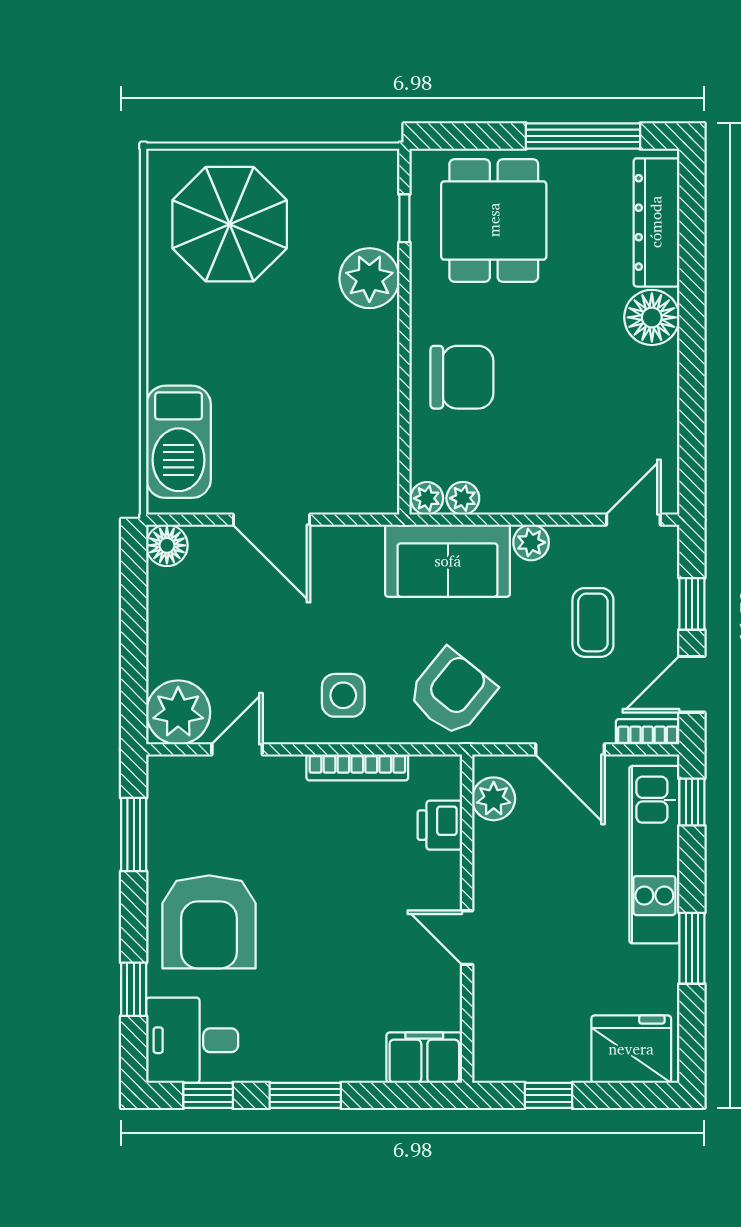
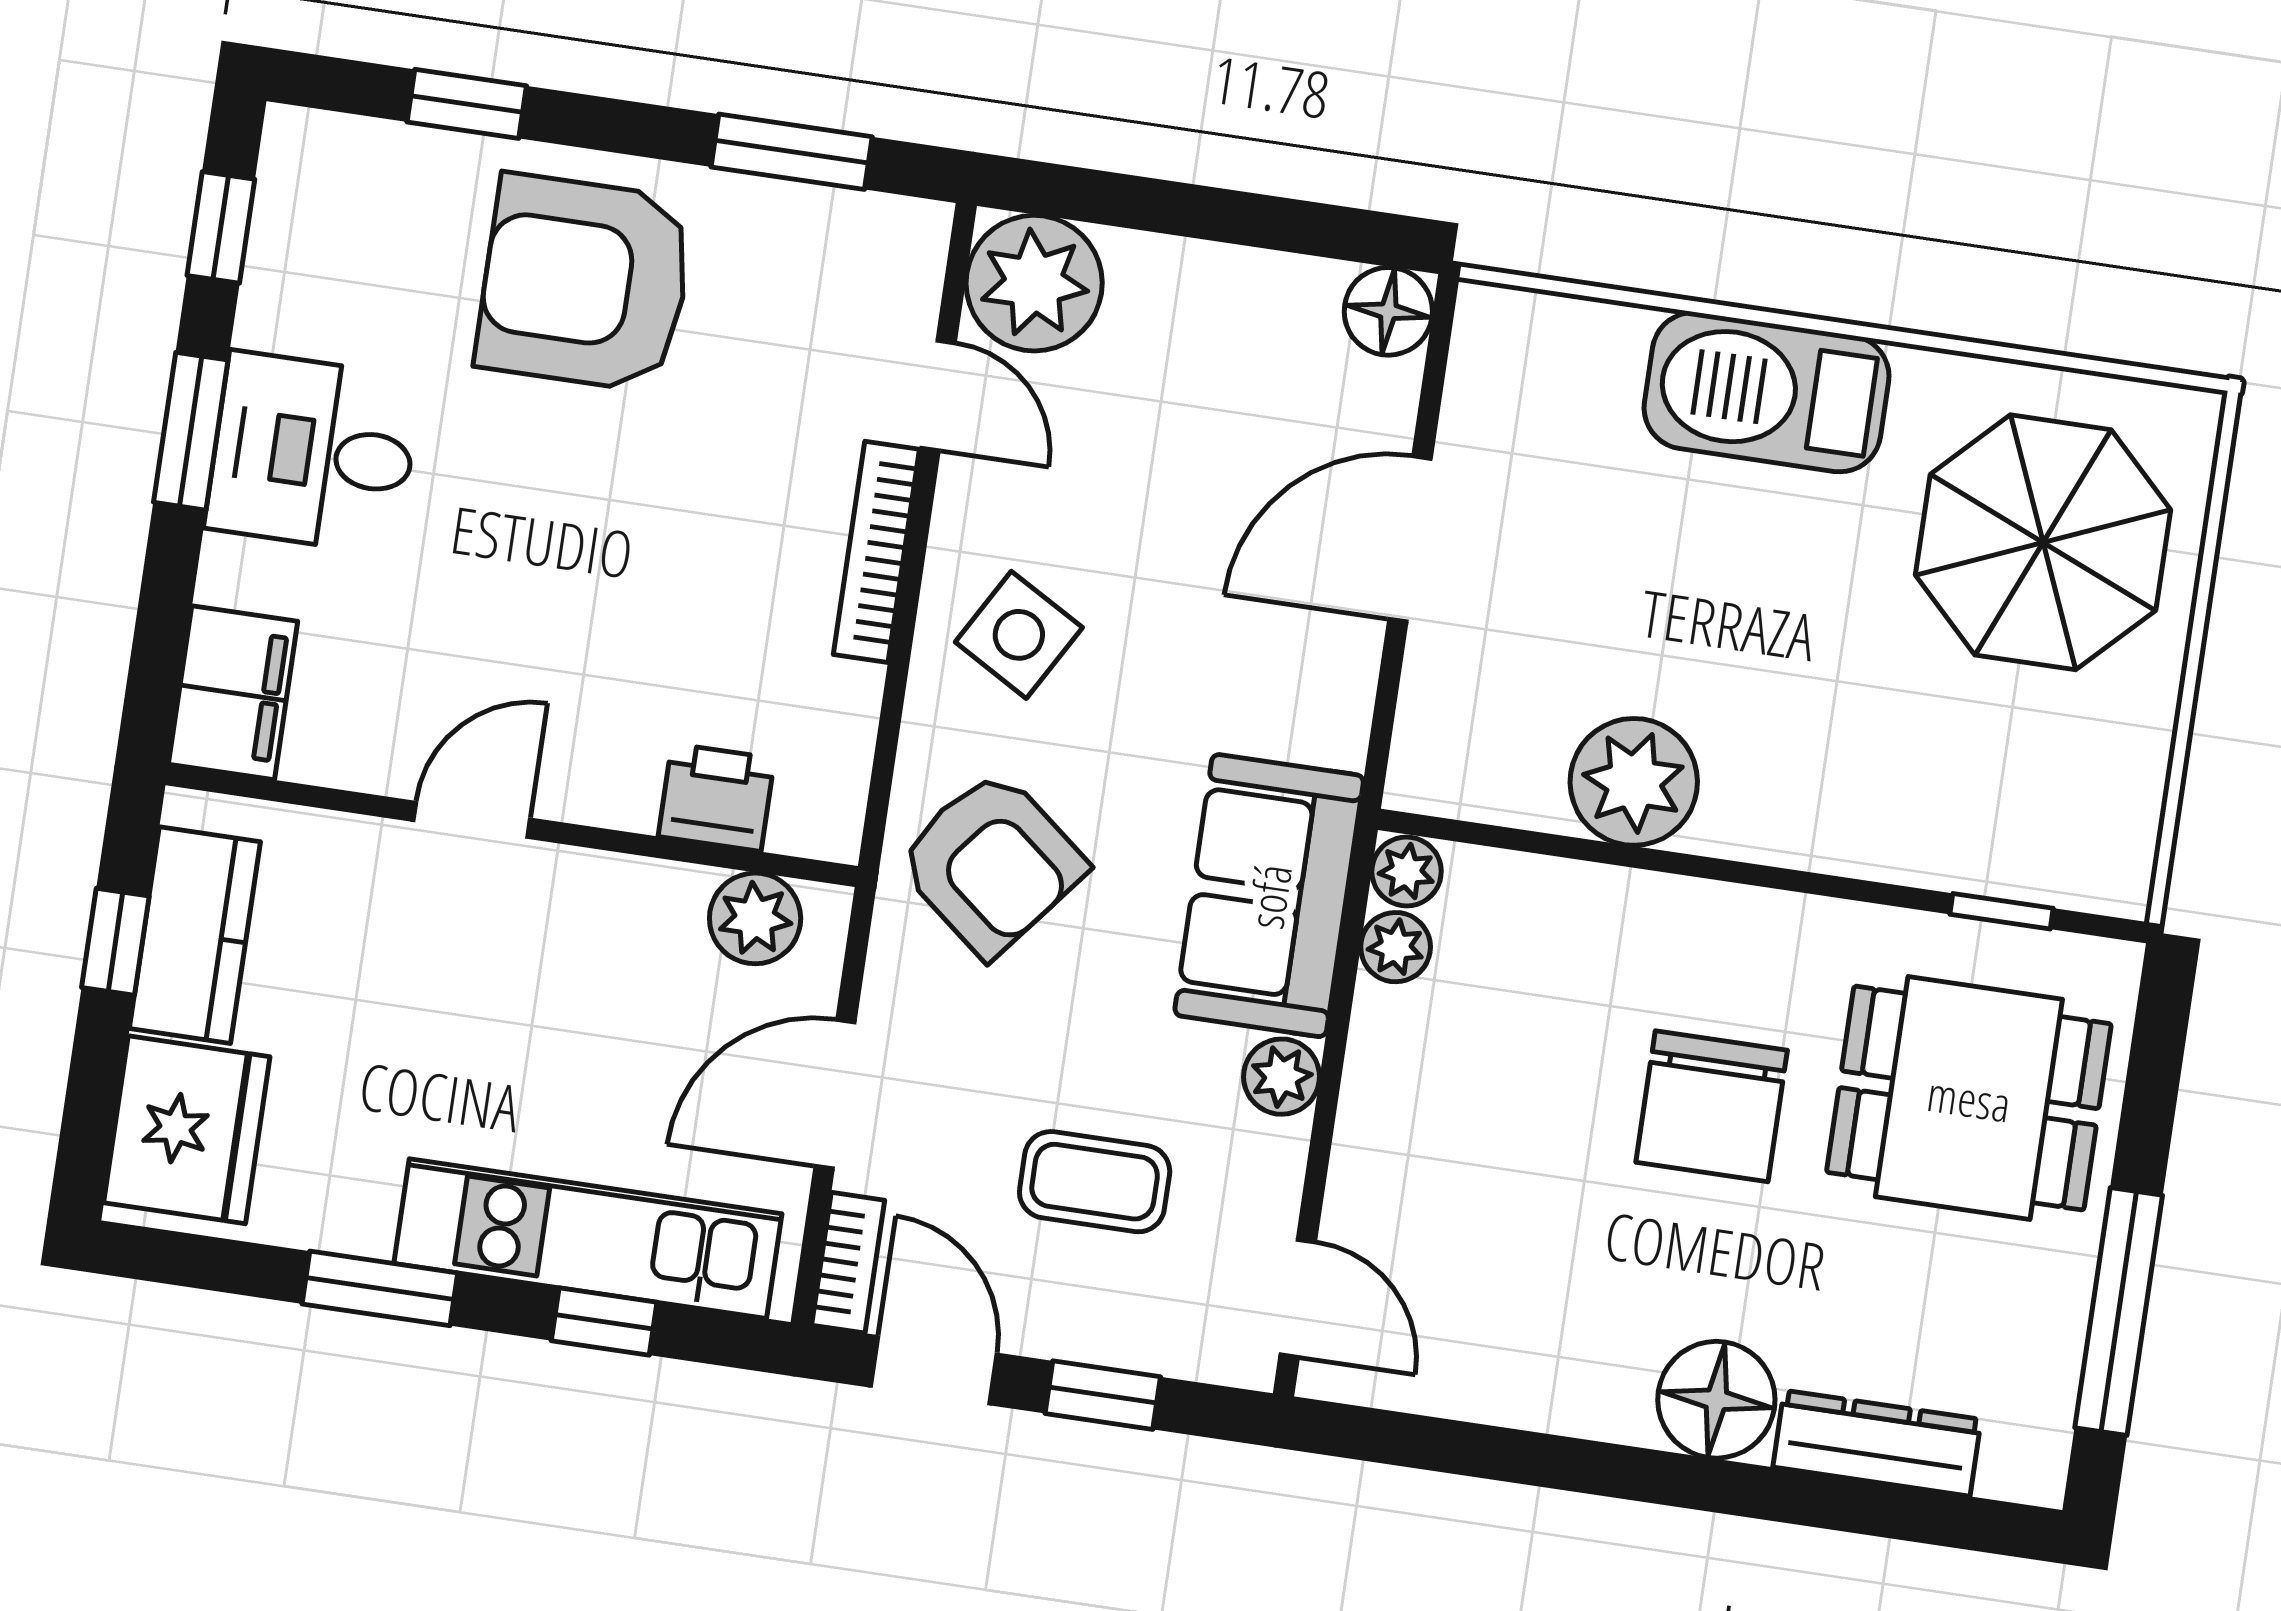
dresser: (656, 222) -> (1877, 1443), width x0.73, depth x0.80
plant: (369, 278) -> (1634, 782), moved
chair: (462, 377) -> (1712, 1106), moved
barbecue: (179, 442) -> (1767, 392), moved
side table: (343, 695) -> (1019, 635), turned 30
bookcase: (357, 767) -> (876, 552), moved
window: (692, 802) -> (604, 1322), moved
desk: (192, 1040) -> (313, 453), moved, turned -90
kitchen counter: (540, 1059) -> (195, 935), added

